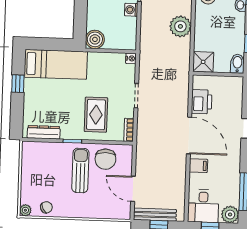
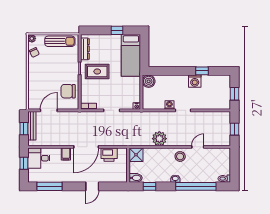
rug: (96, 115) -> (97, 71), moved
sun lounger: (80, 170) -> (60, 41), moved
plant: (230, 215) -> (34, 176), removed

